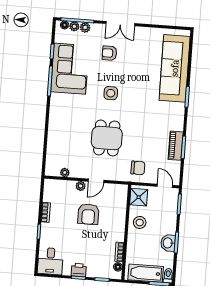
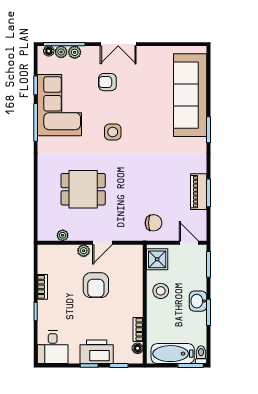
dining table: (107, 138) -> (83, 189), moved, turned 90
washbasin: (168, 243) -> (198, 301), moved
printer: (79, 270) -> (97, 352), width x1.87, depth x1.48

